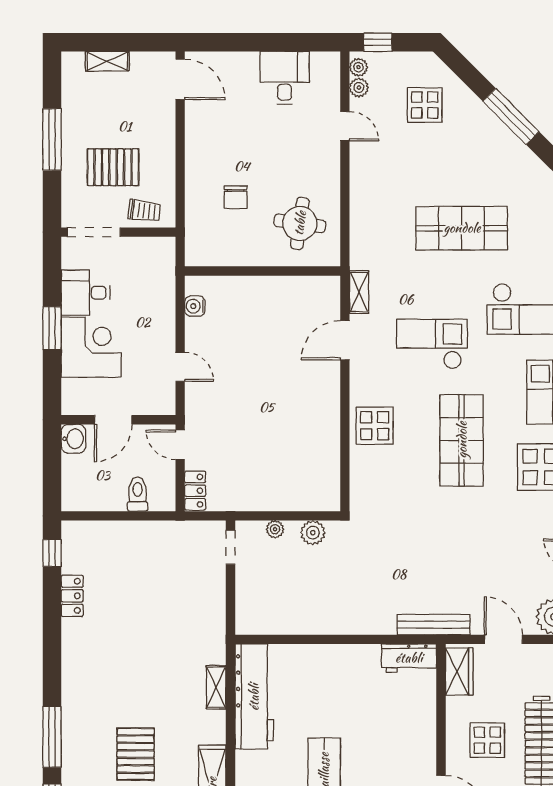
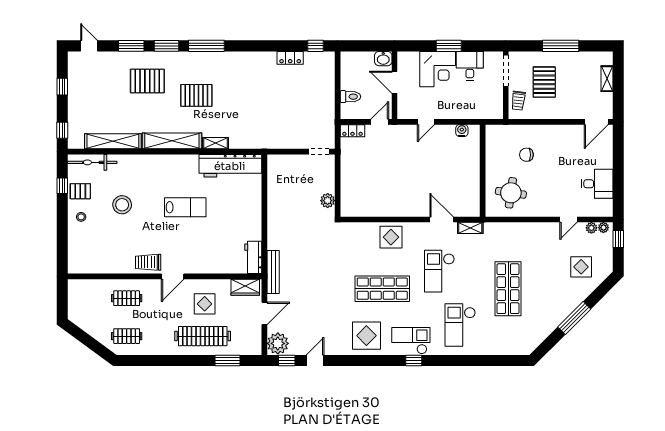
checkout: (432, 344) -> (439, 271), turned 180
plant: (275, 529) -> (330, 178), removed
shelving: (216, 687) -> (216, 143), moved

